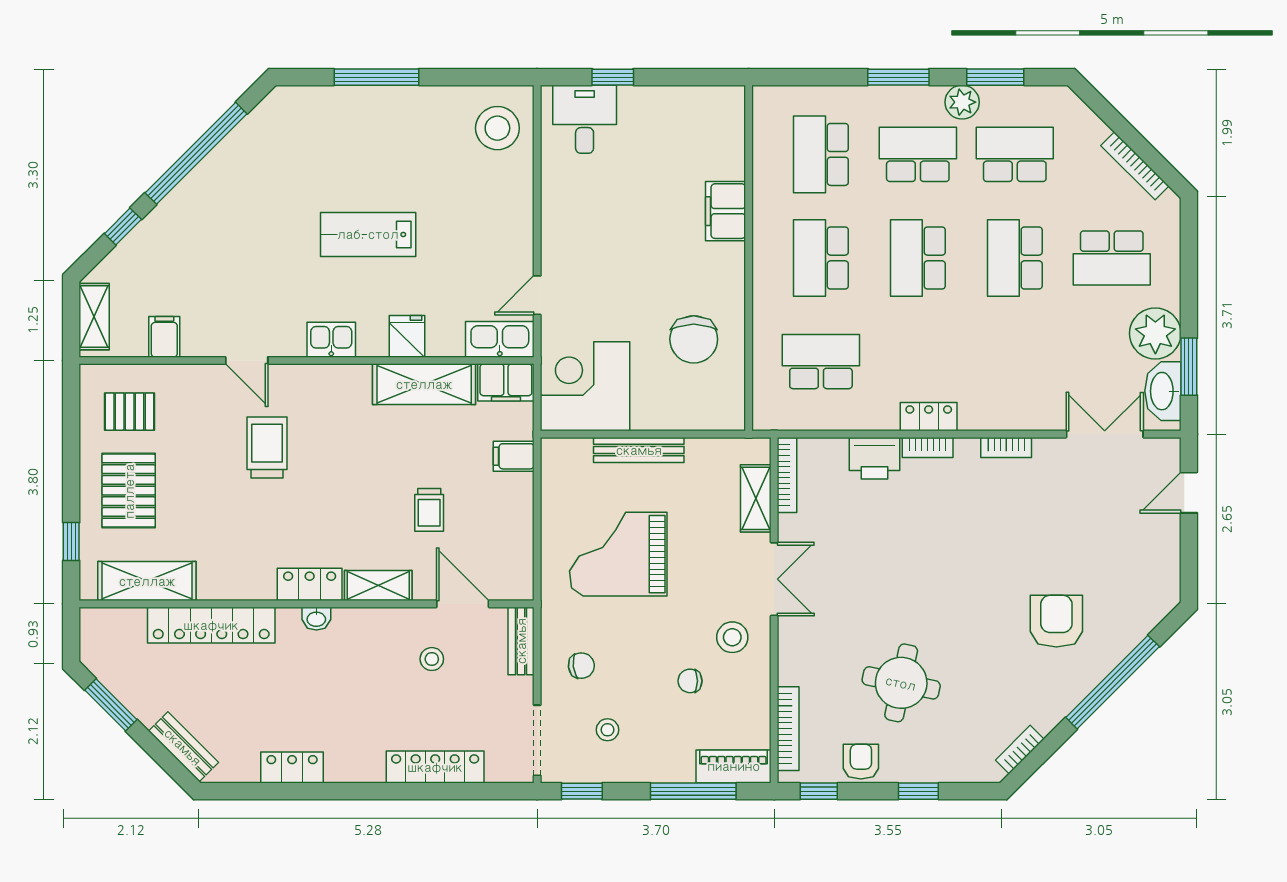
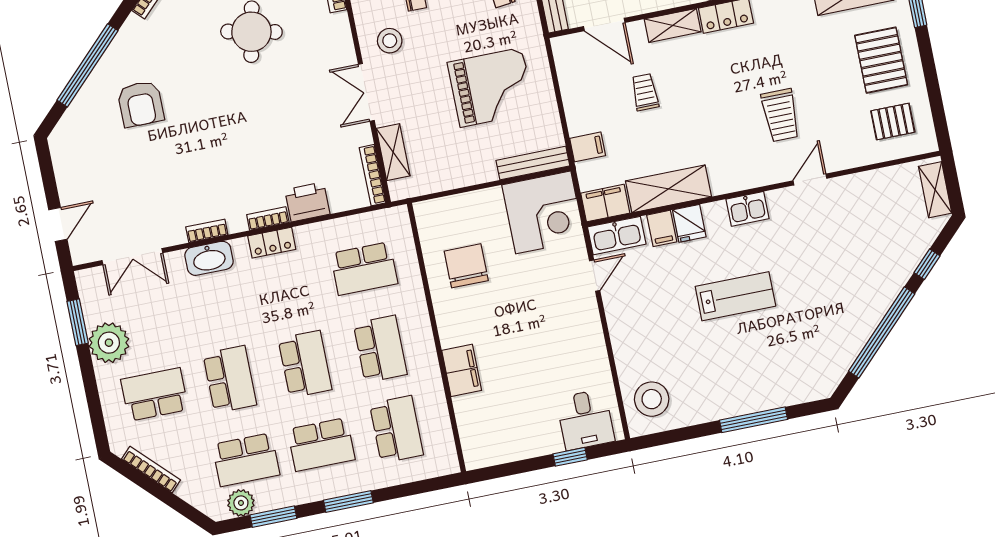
plant: (962, 102) -> (241, 503), moved
filing cabinet: (164, 337) -> (662, 228), moved
door: (247, 360) -> (810, 180), hinge flipped
washbasin: (1163, 391) -> (209, 258), moved, turned 90
bench: (639, 450) -> (533, 163), moved

